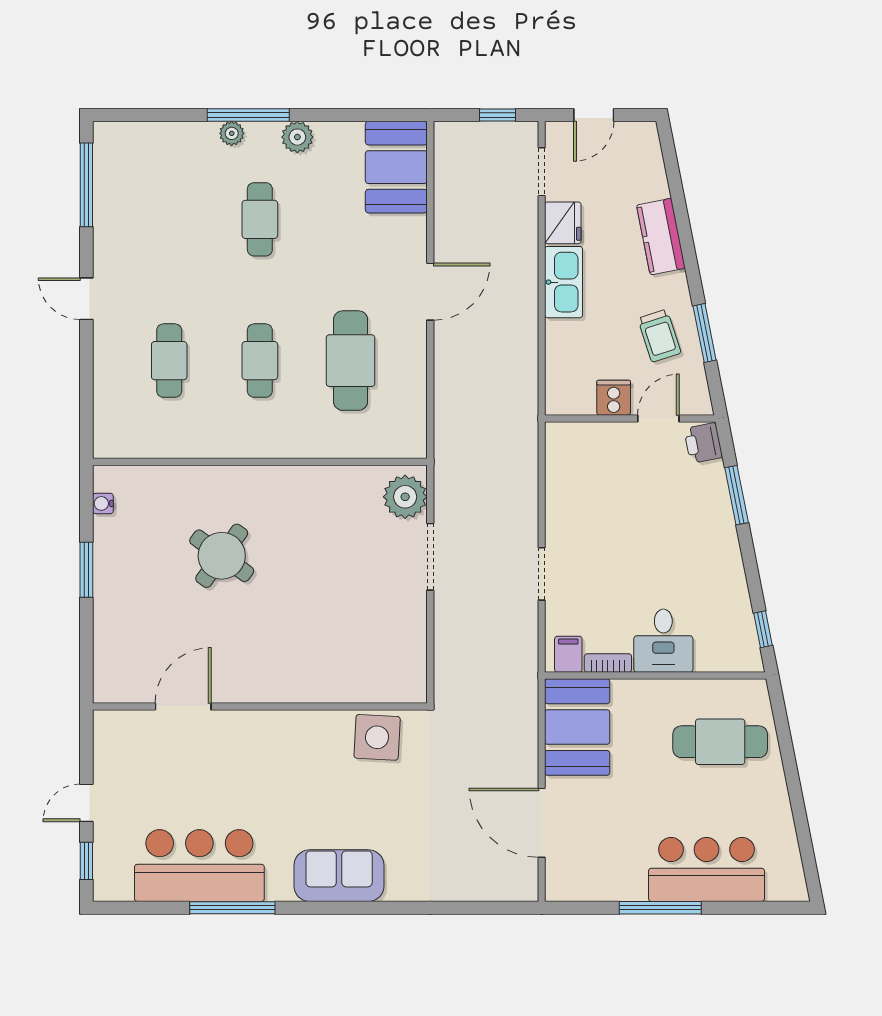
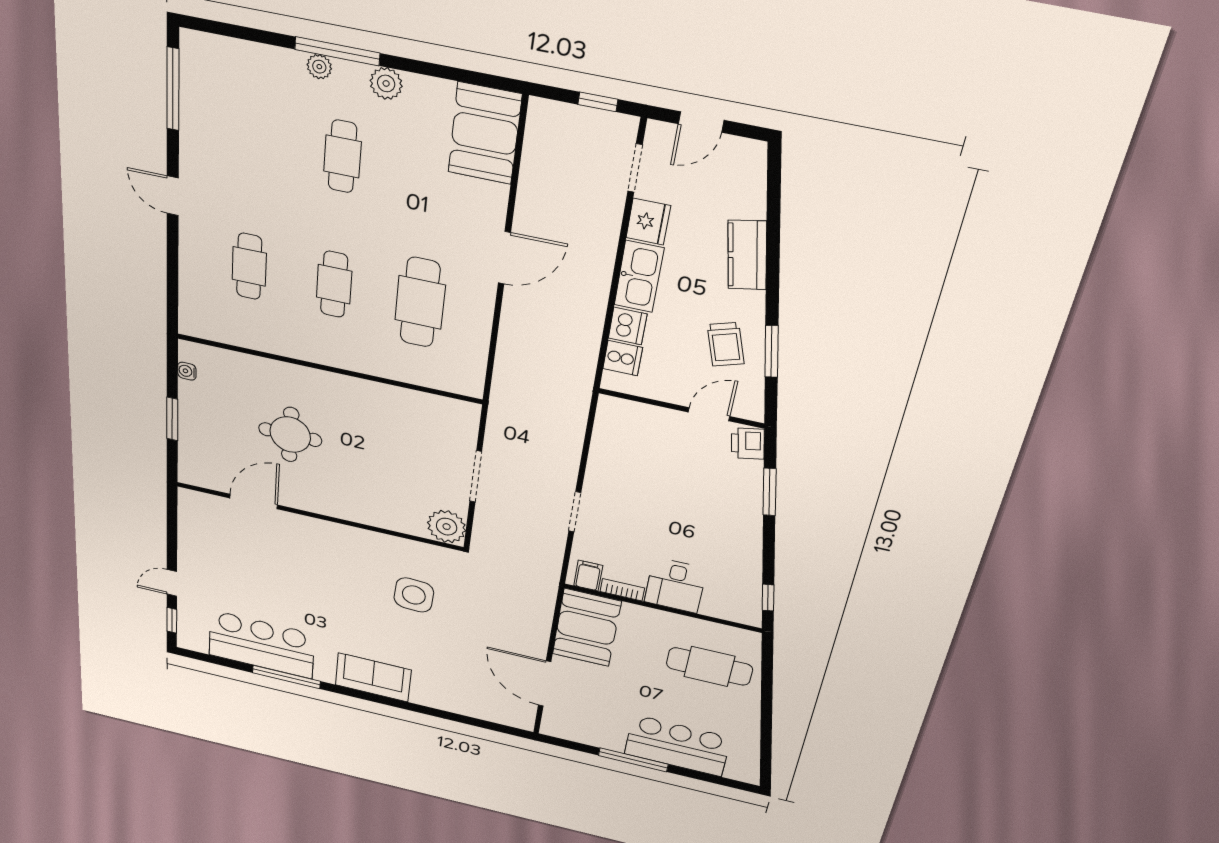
dishwasher: (561, 338) -> (628, 326), added
cooker: (614, 398) -> (623, 358), moved, turned 90
plant: (405, 497) -> (447, 527), moved
round table: (222, 556) -> (290, 435), turned -36
door: (183, 706) -> (254, 502), moved
wall: (260, 706) -> (319, 516), moved

